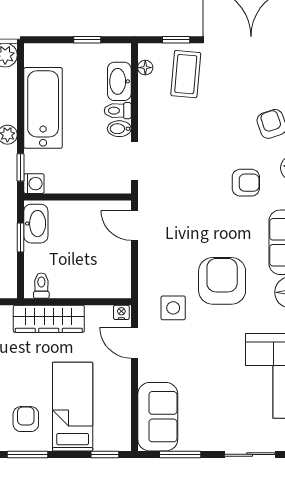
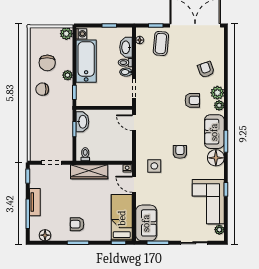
washing machine: (34, 184) -> (81, 34), moved
armchair: (222, 281) -> (180, 152), width x0.53, depth x0.53
bed: (73, 407) -> (122, 218), moved
armchair: (26, 419) -> (77, 224), turned -90

